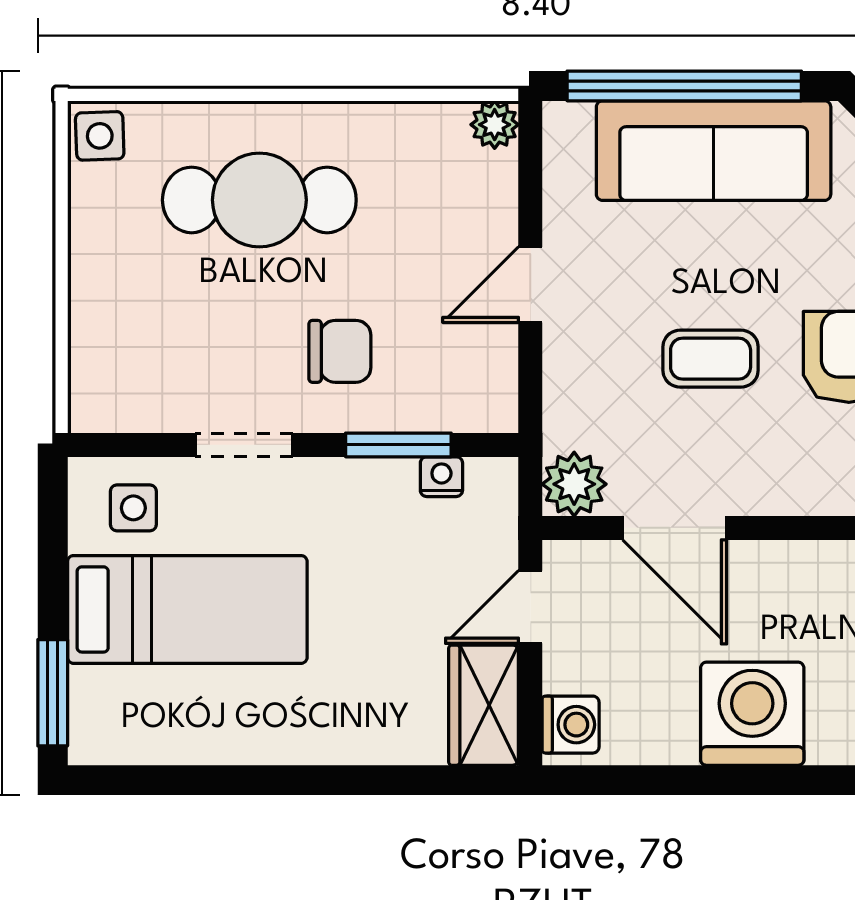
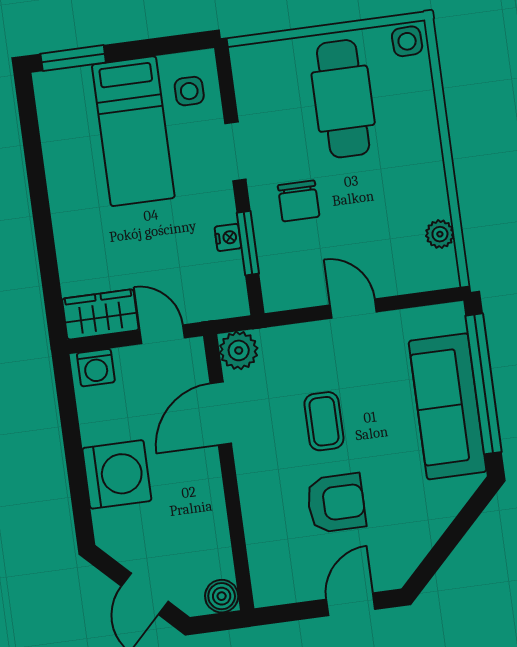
plant: (495, 125) -> (440, 234), moved
cafe table: (259, 200) -> (343, 99), moved
nightstand: (441, 477) -> (228, 237), moved

